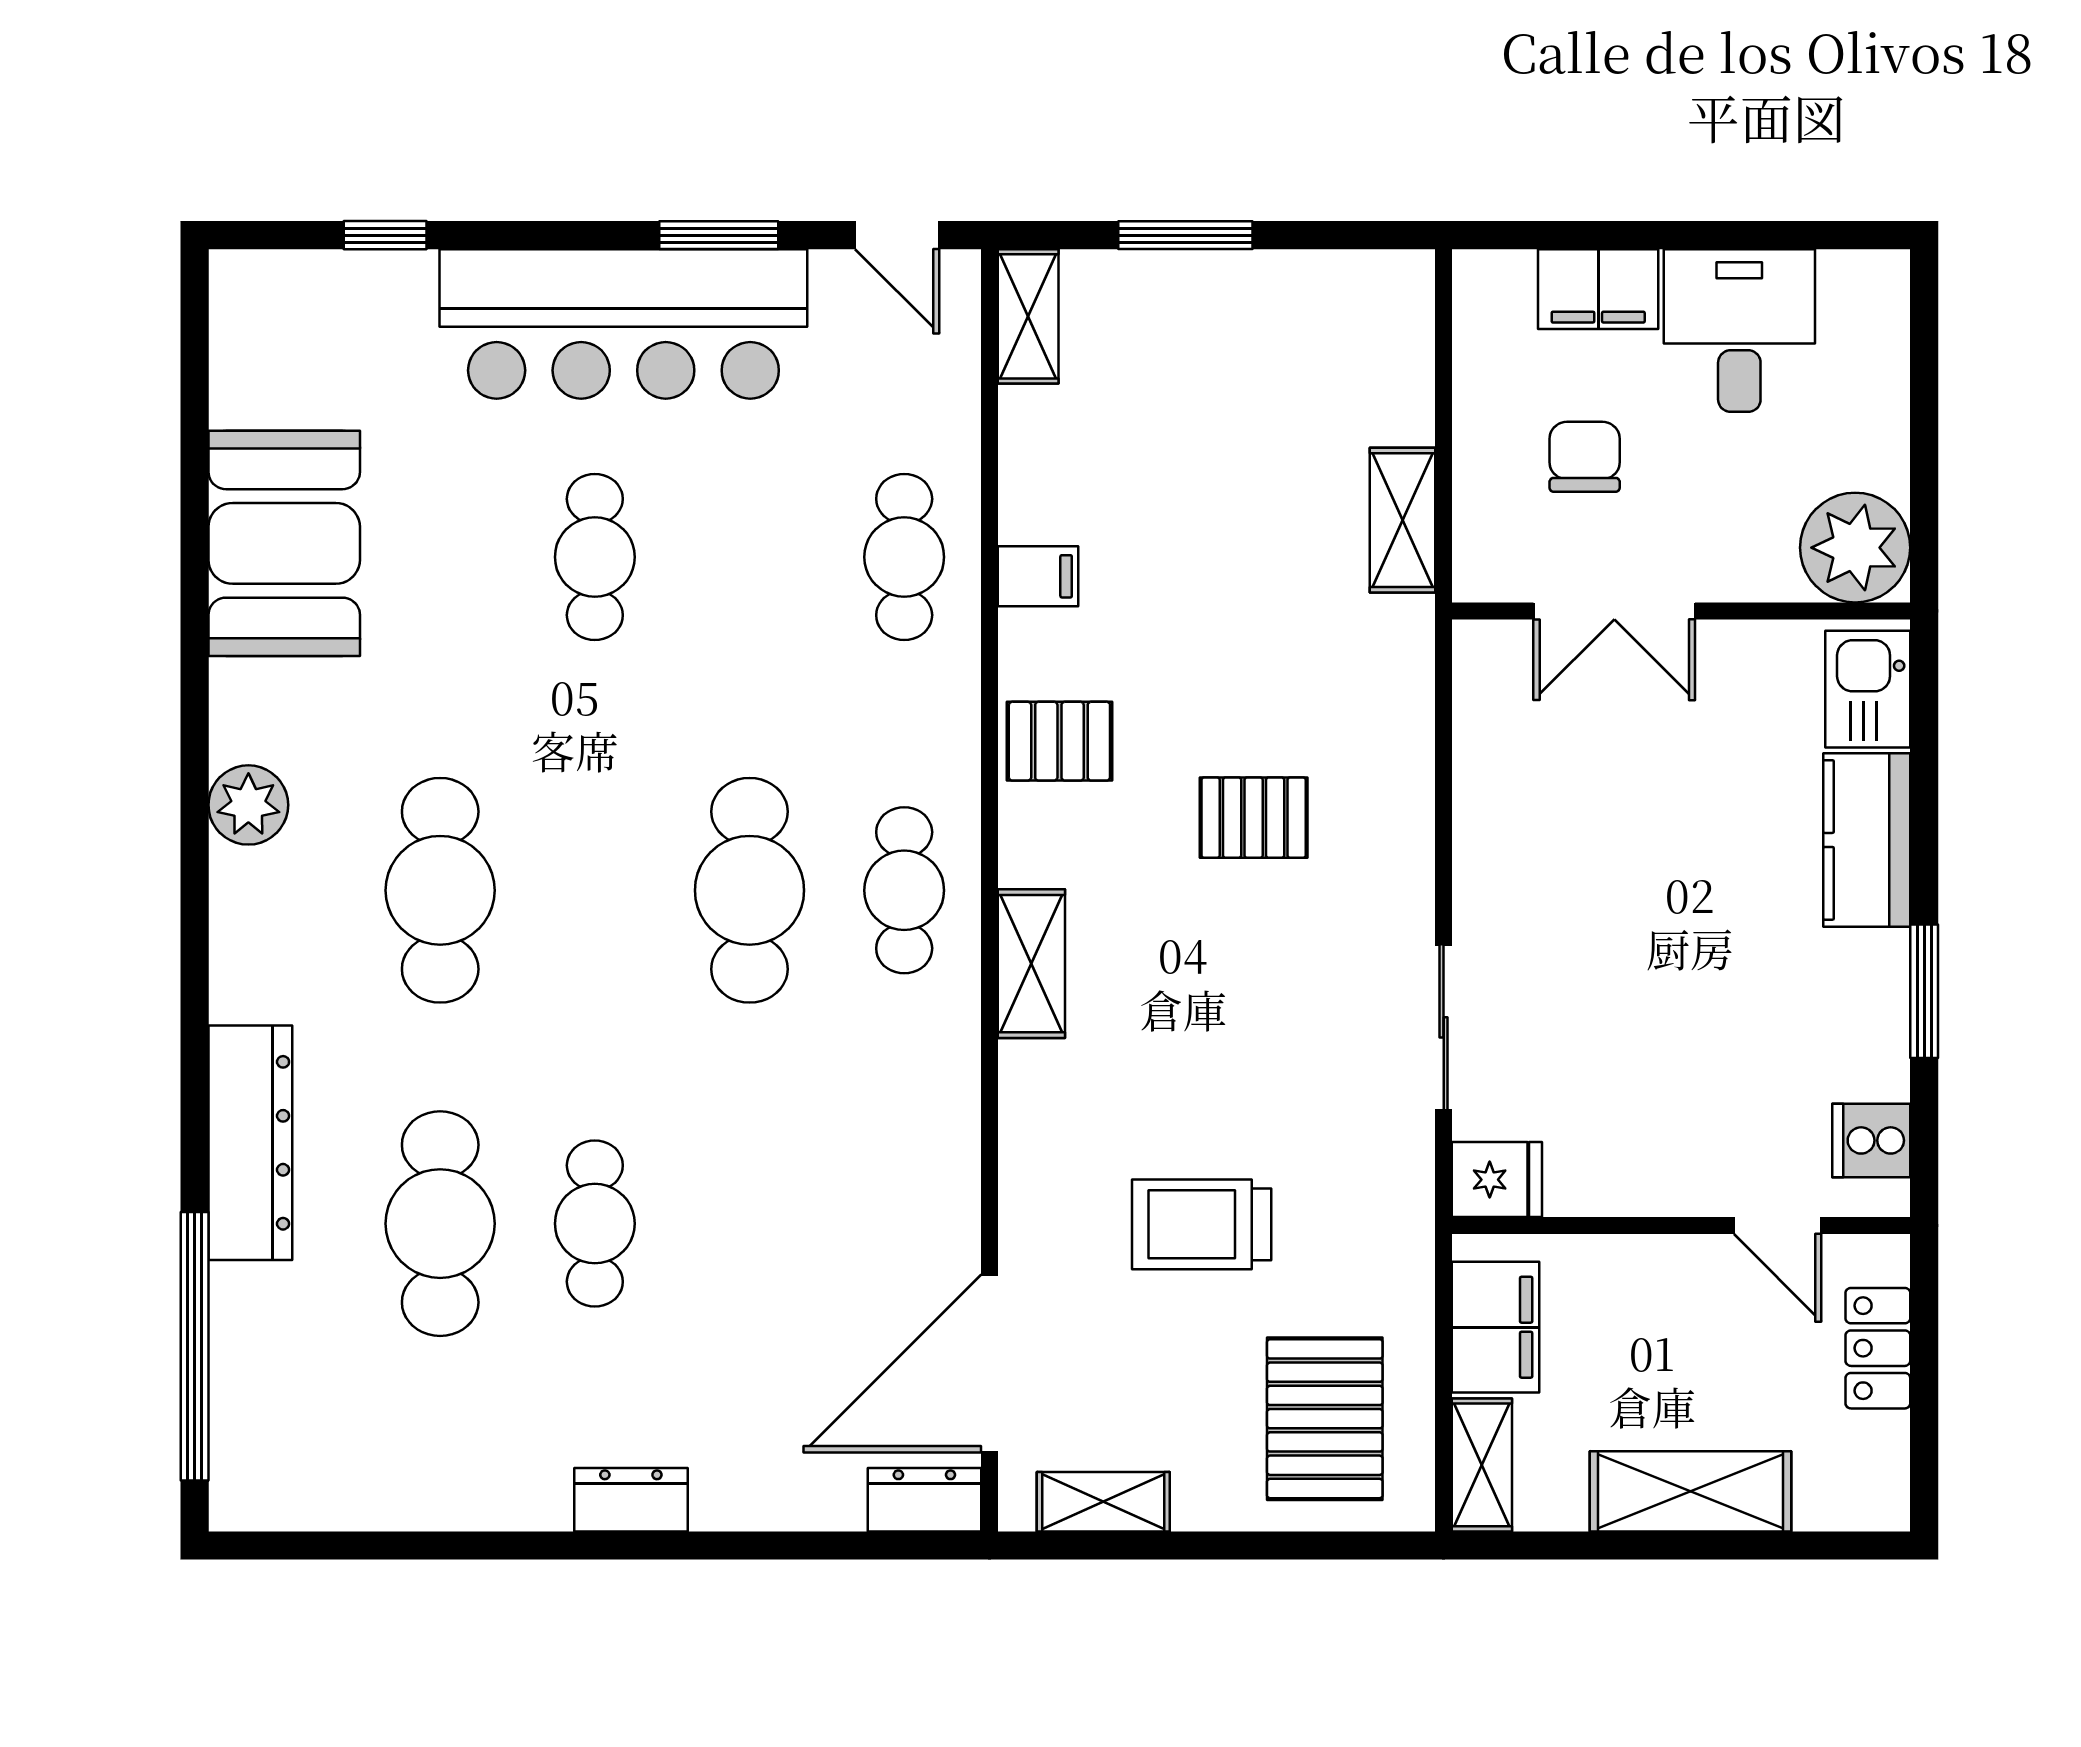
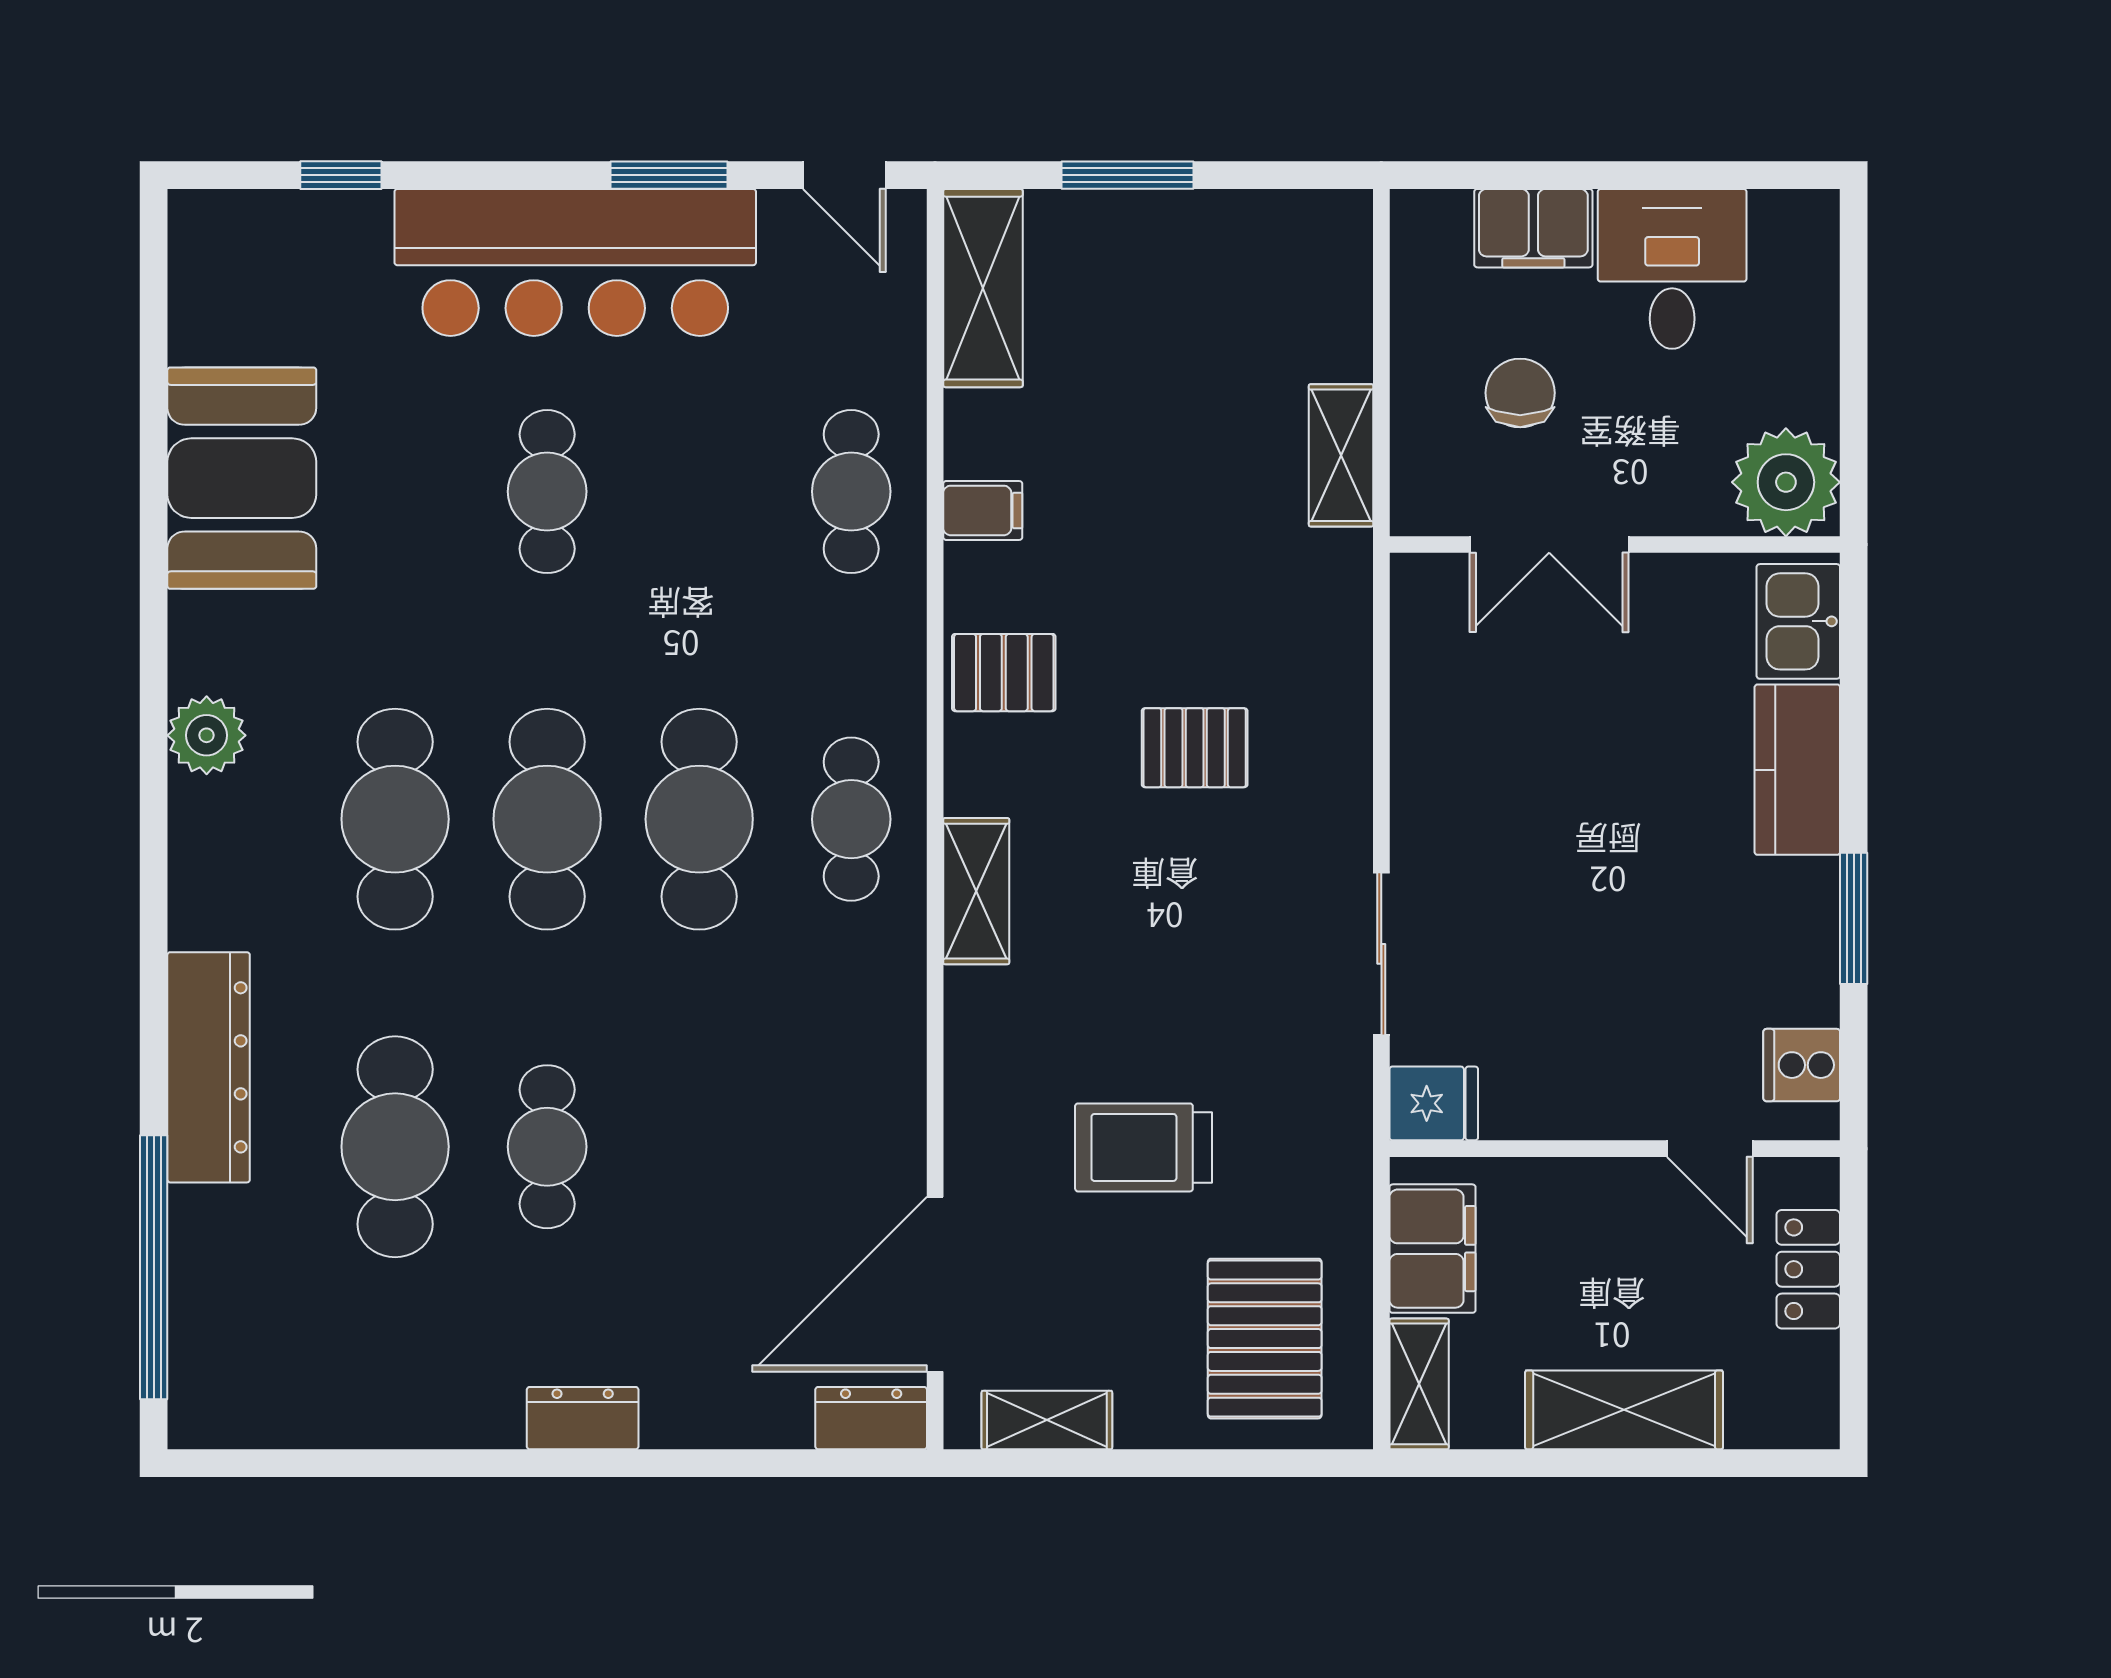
shelving: (1028, 316) -> (983, 288), width x1.50, depth x1.33
cafe table: (595, 890) -> (547, 819), added

